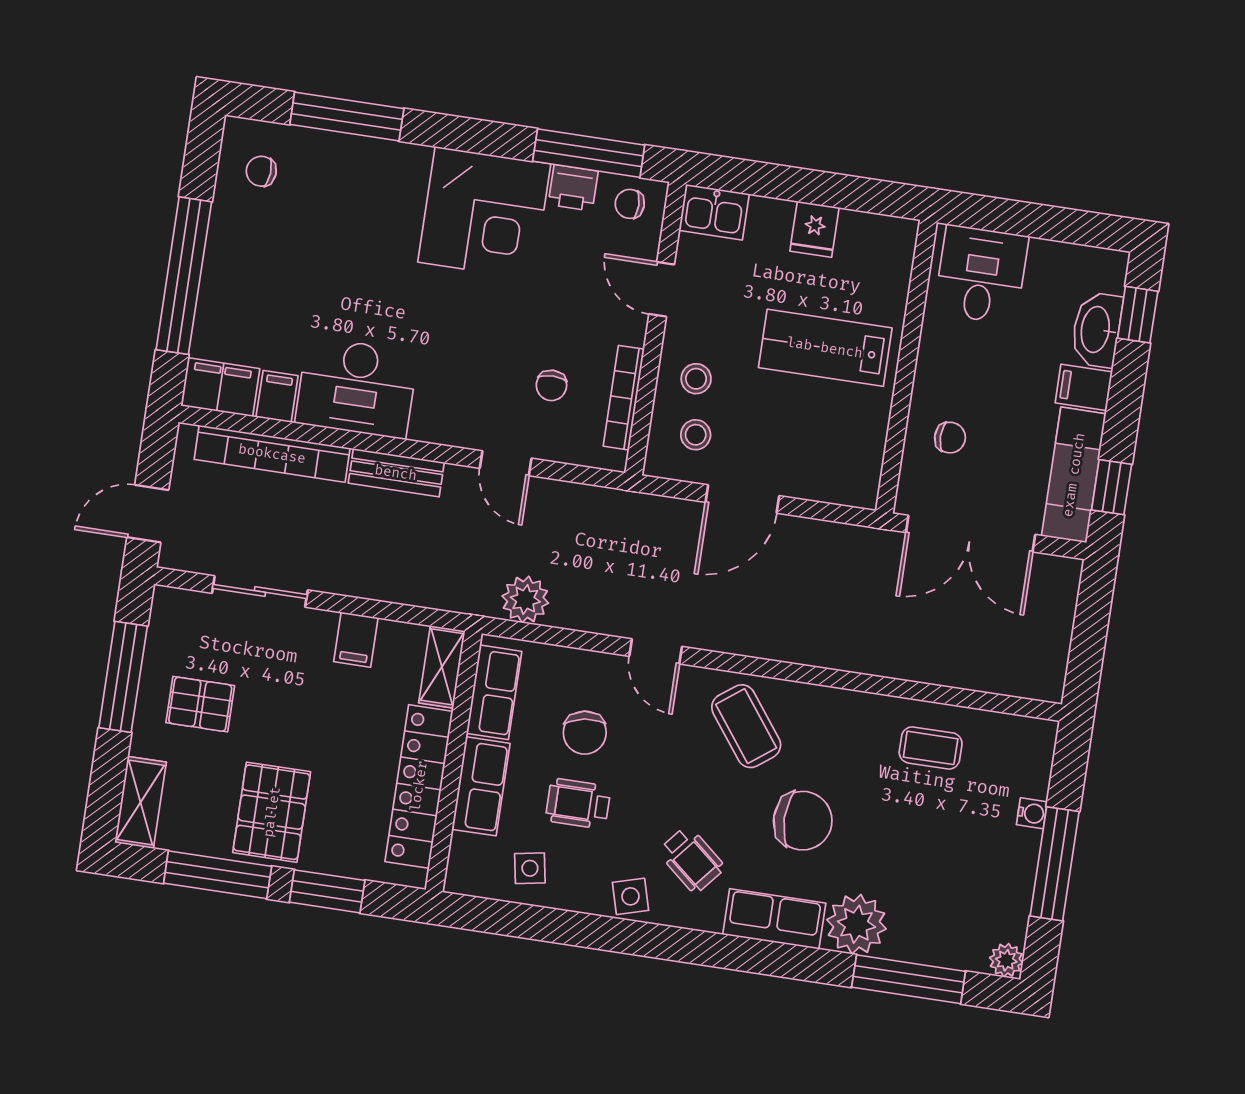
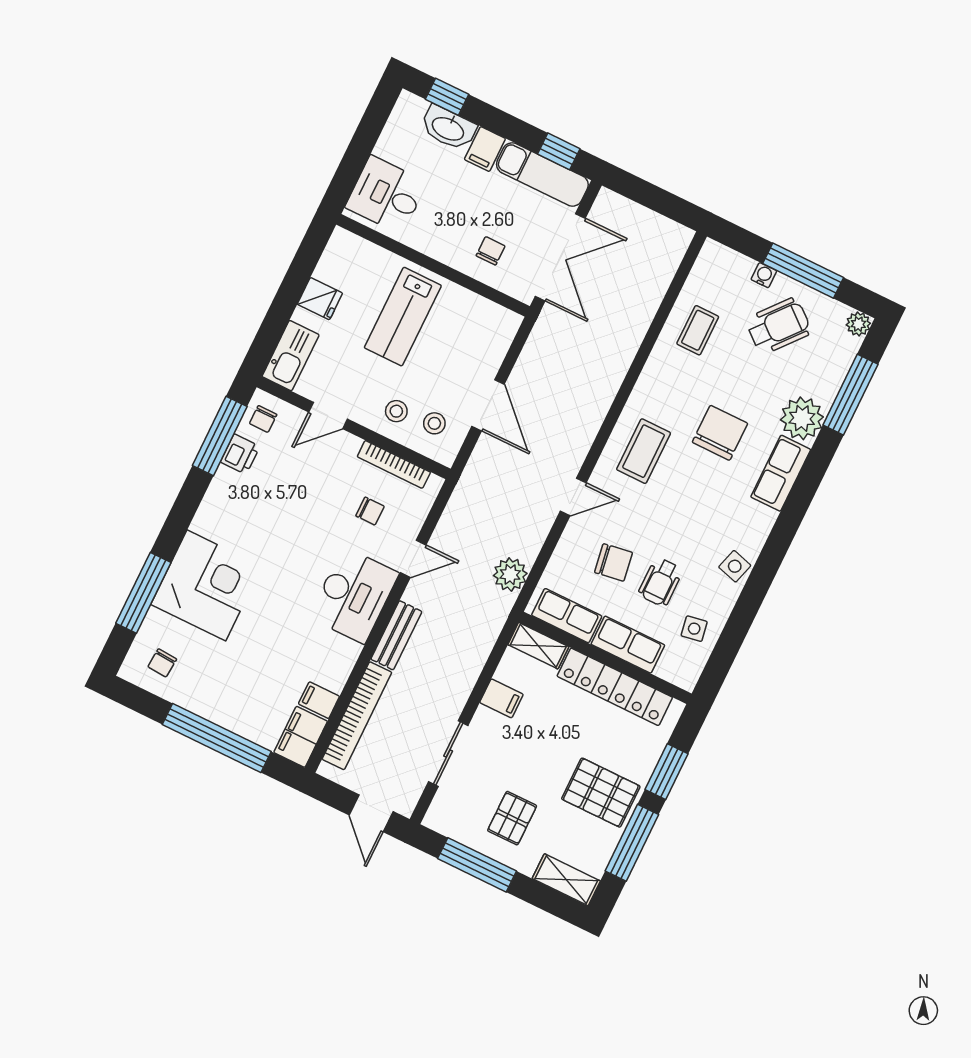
kitchen sink: (714, 212) -> (291, 356), width x1.38
corner desk: (484, 213) -> (206, 585), moved
desk: (357, 388) -> (354, 595), moved
coffee table: (746, 726) -> (644, 451), turned -53
wheelchair: (691, 860) -> (778, 326), moved, width x1.36, depth x1.37
side table: (630, 896) -> (735, 566), turned 32

